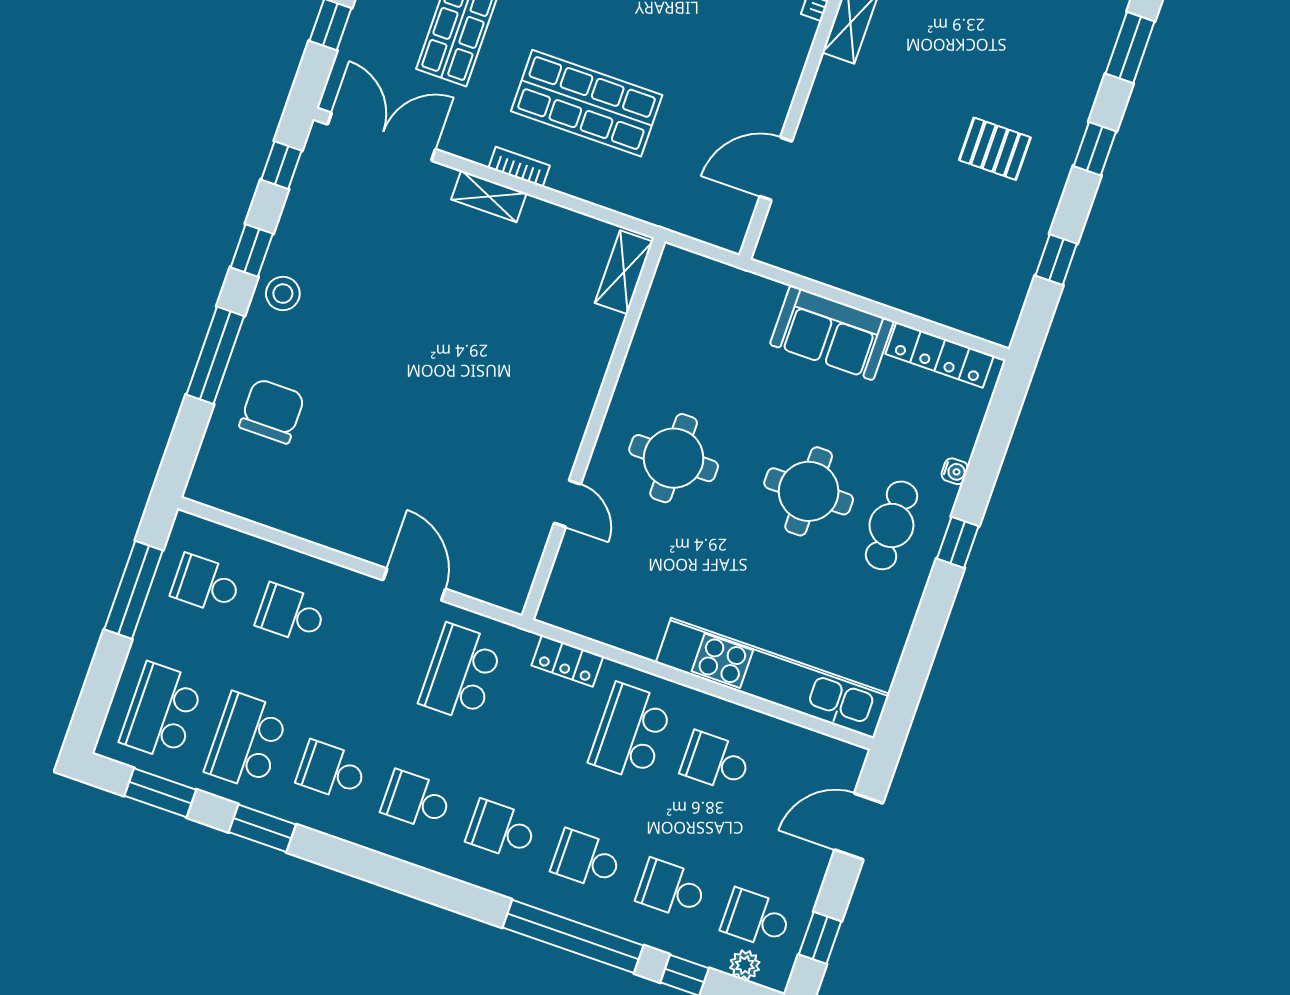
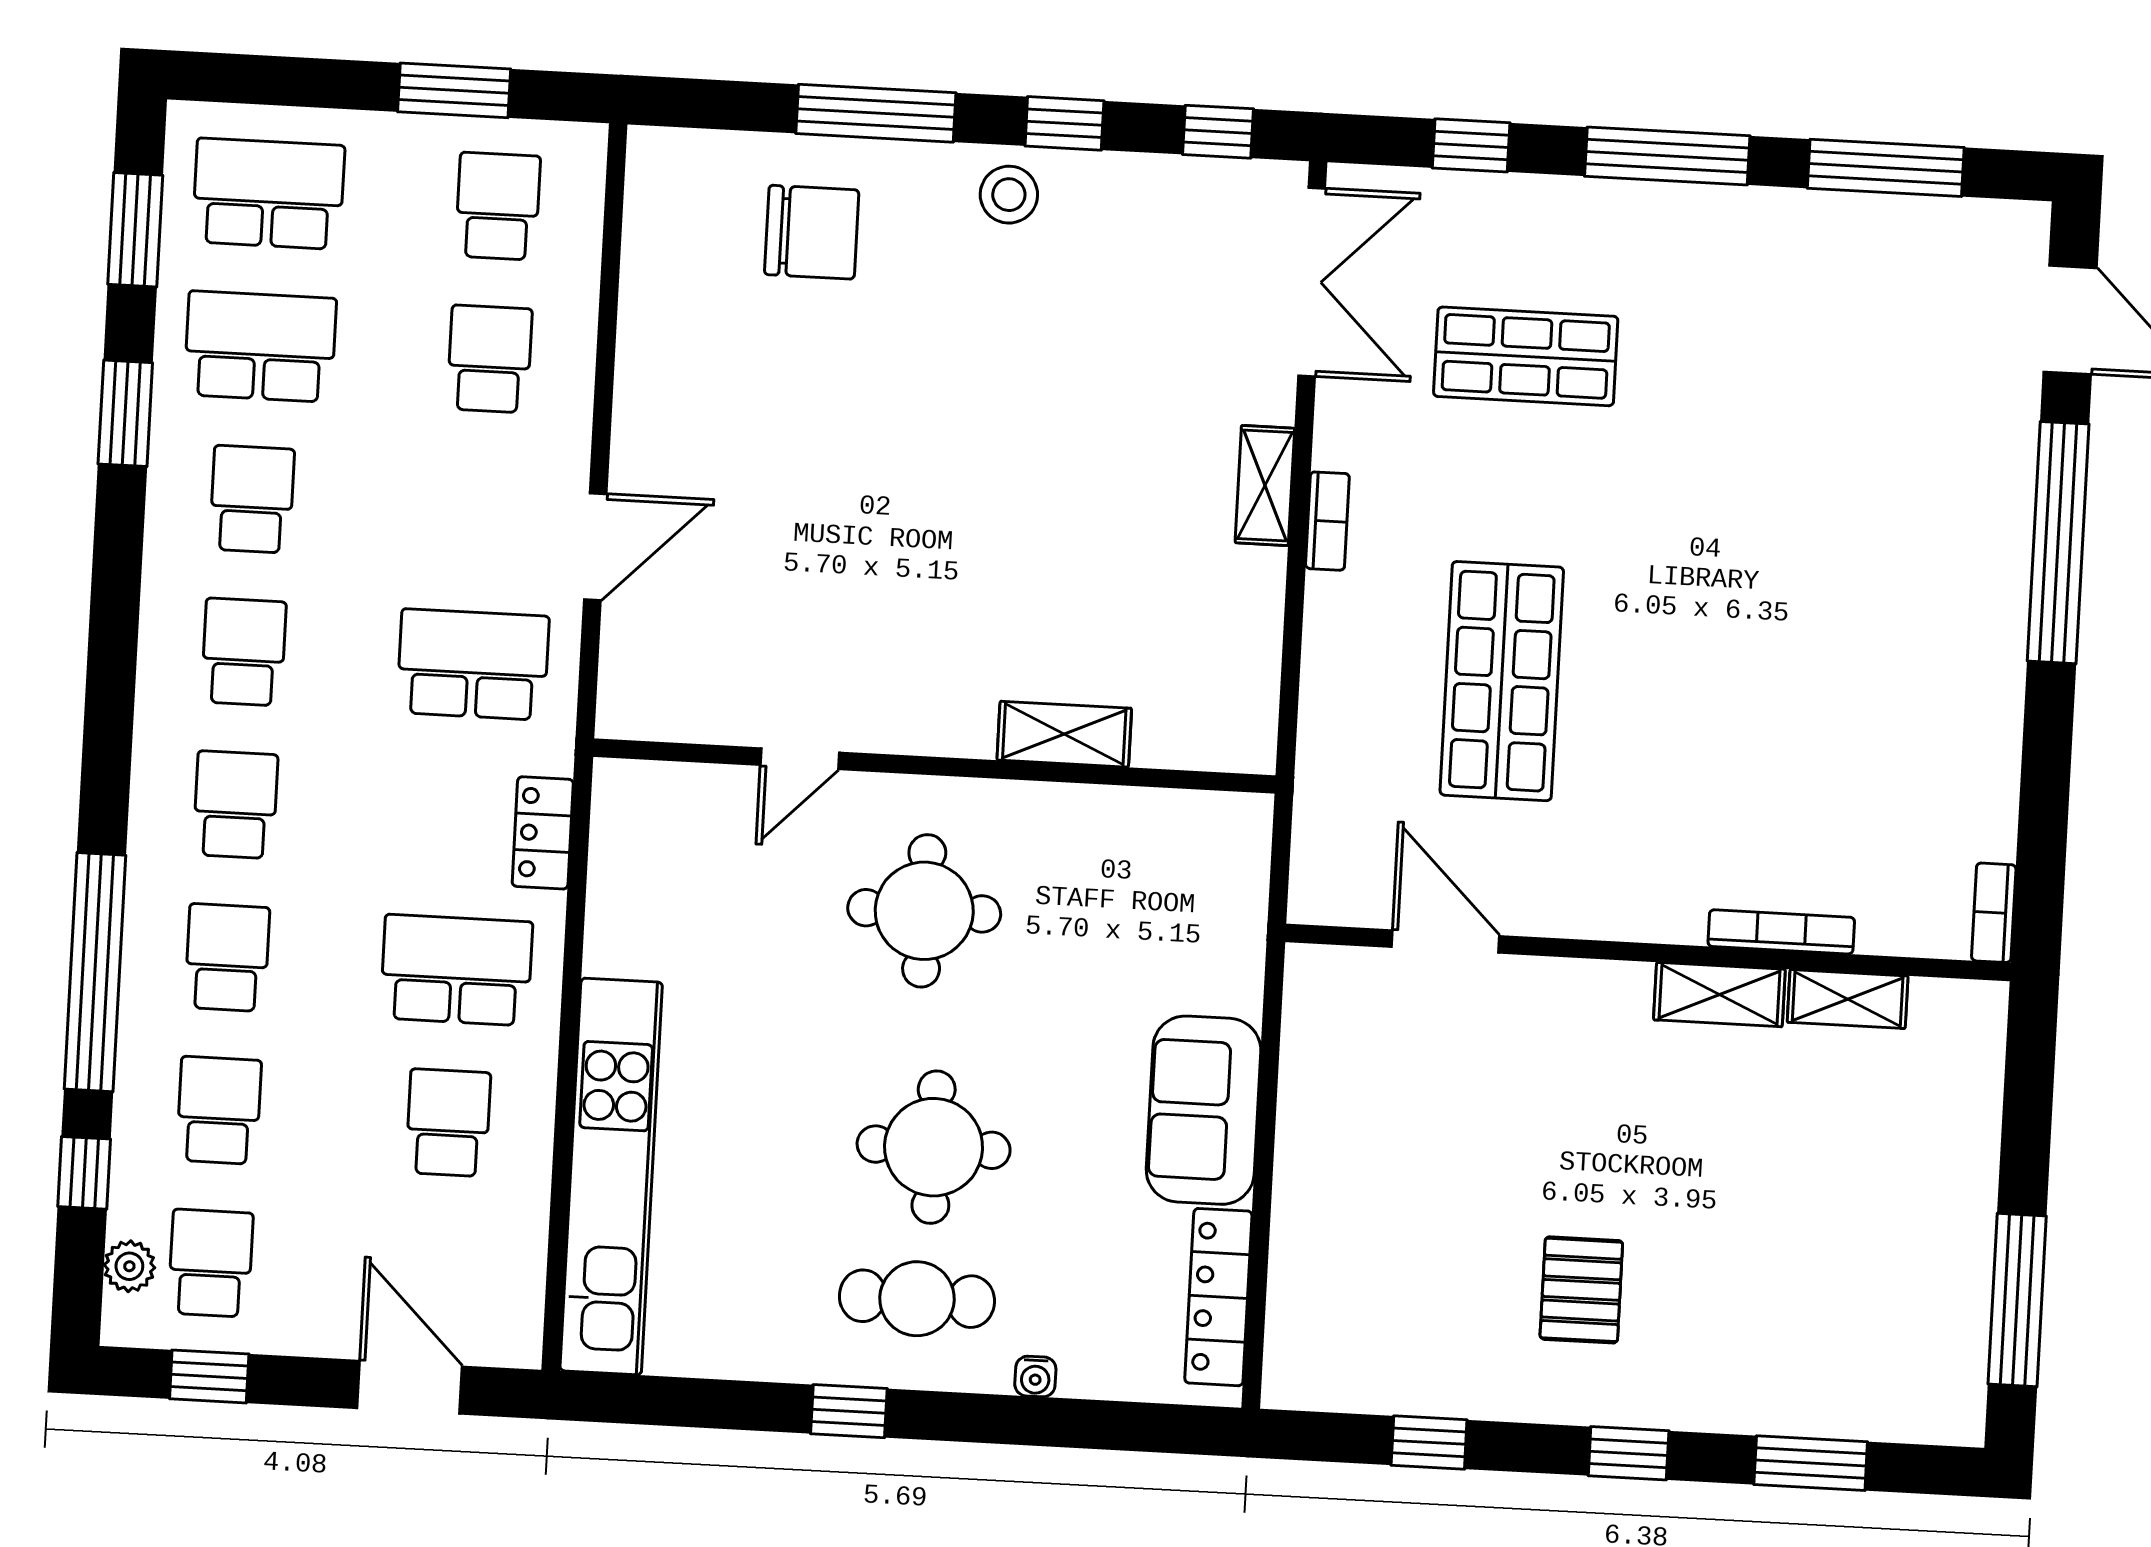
shop shelf: (587, 103) -> (1502, 681), moved
shelving: (624, 272) -> (1064, 734), moved
window: (958, 542) -> (849, 1411), moved
window: (134, 590) -> (454, 90), width x0.69

